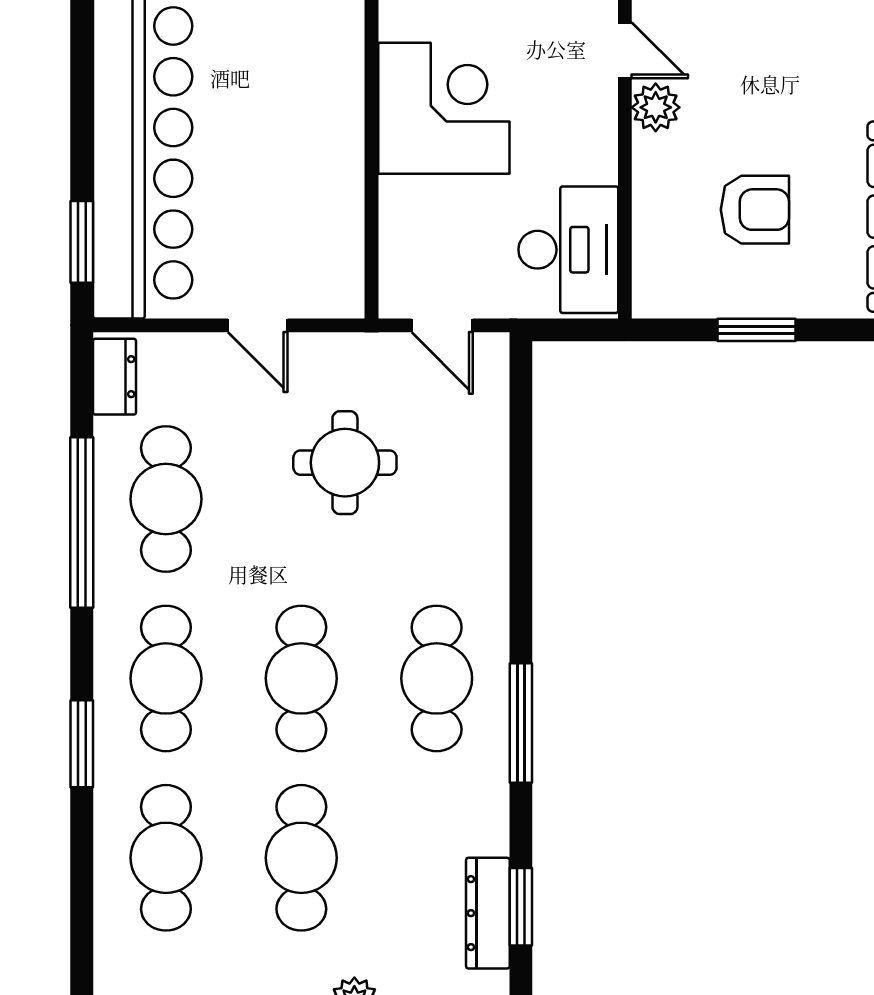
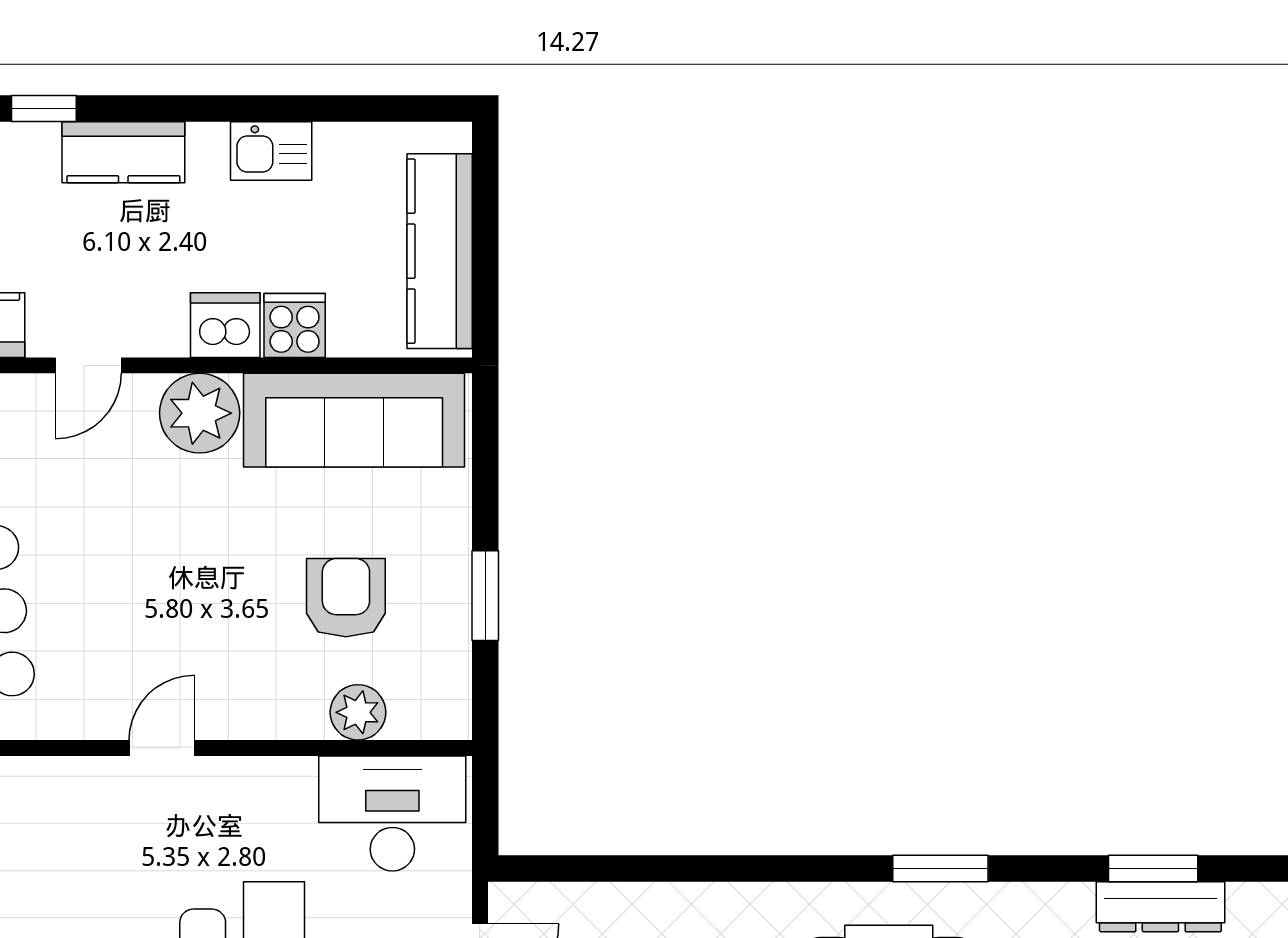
plant: (656, 107) -> (358, 712), moved
window: (521, 723) -> (940, 868), width x0.69

